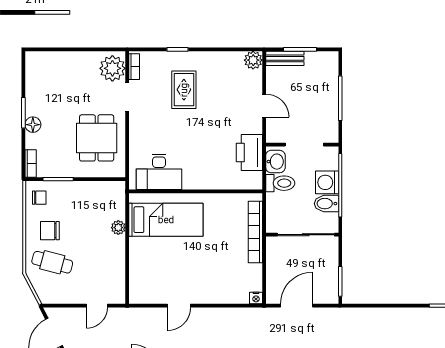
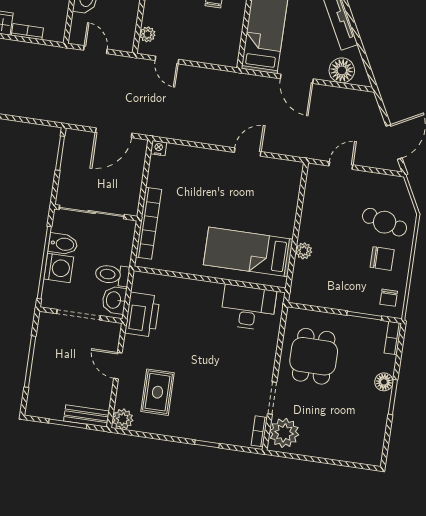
rug: (184, 90) -> (158, 392), moved
chair: (39, 198) -> (389, 298), turned -90

